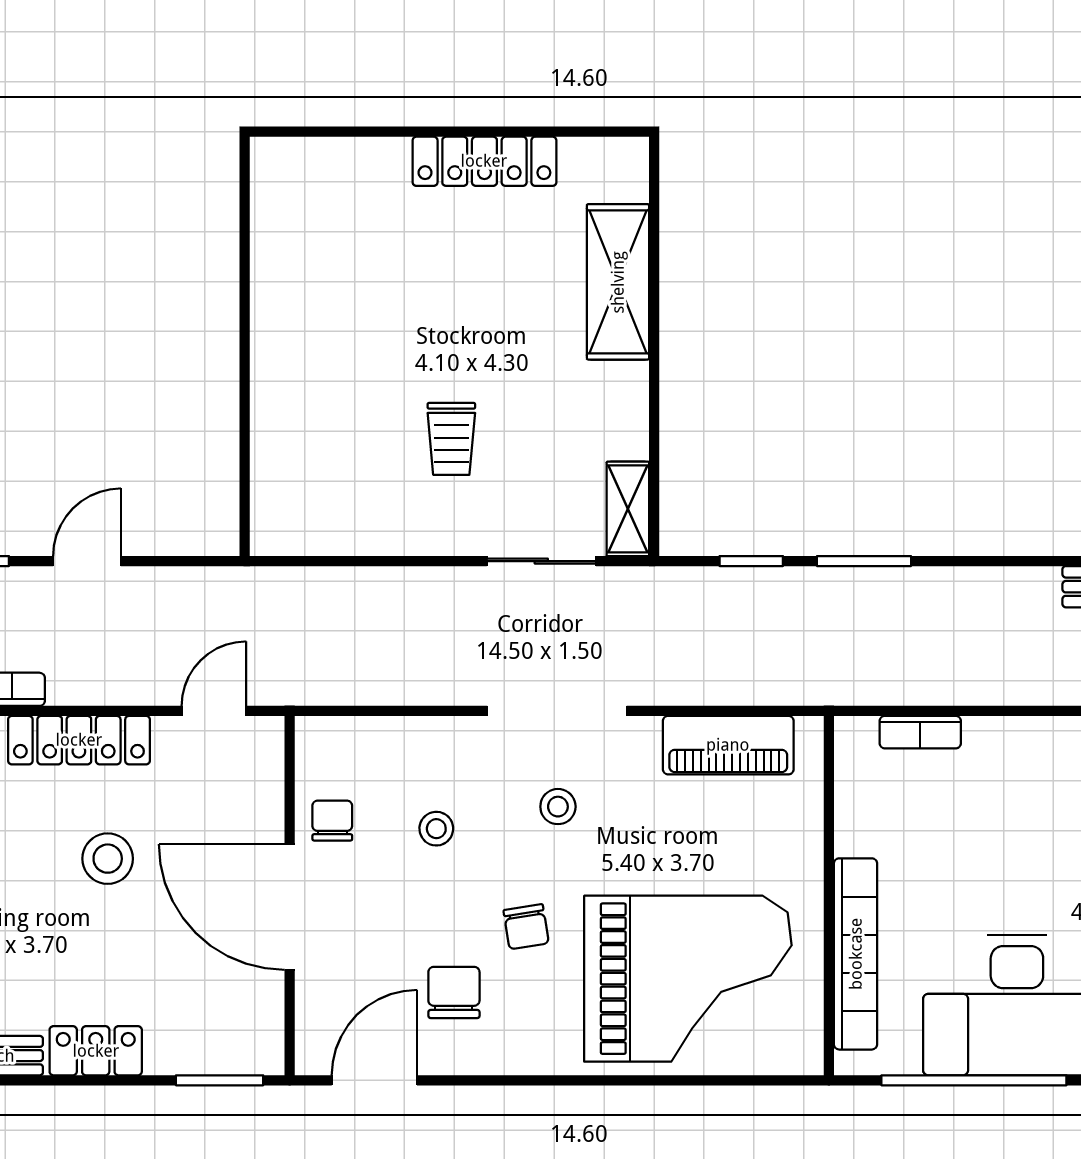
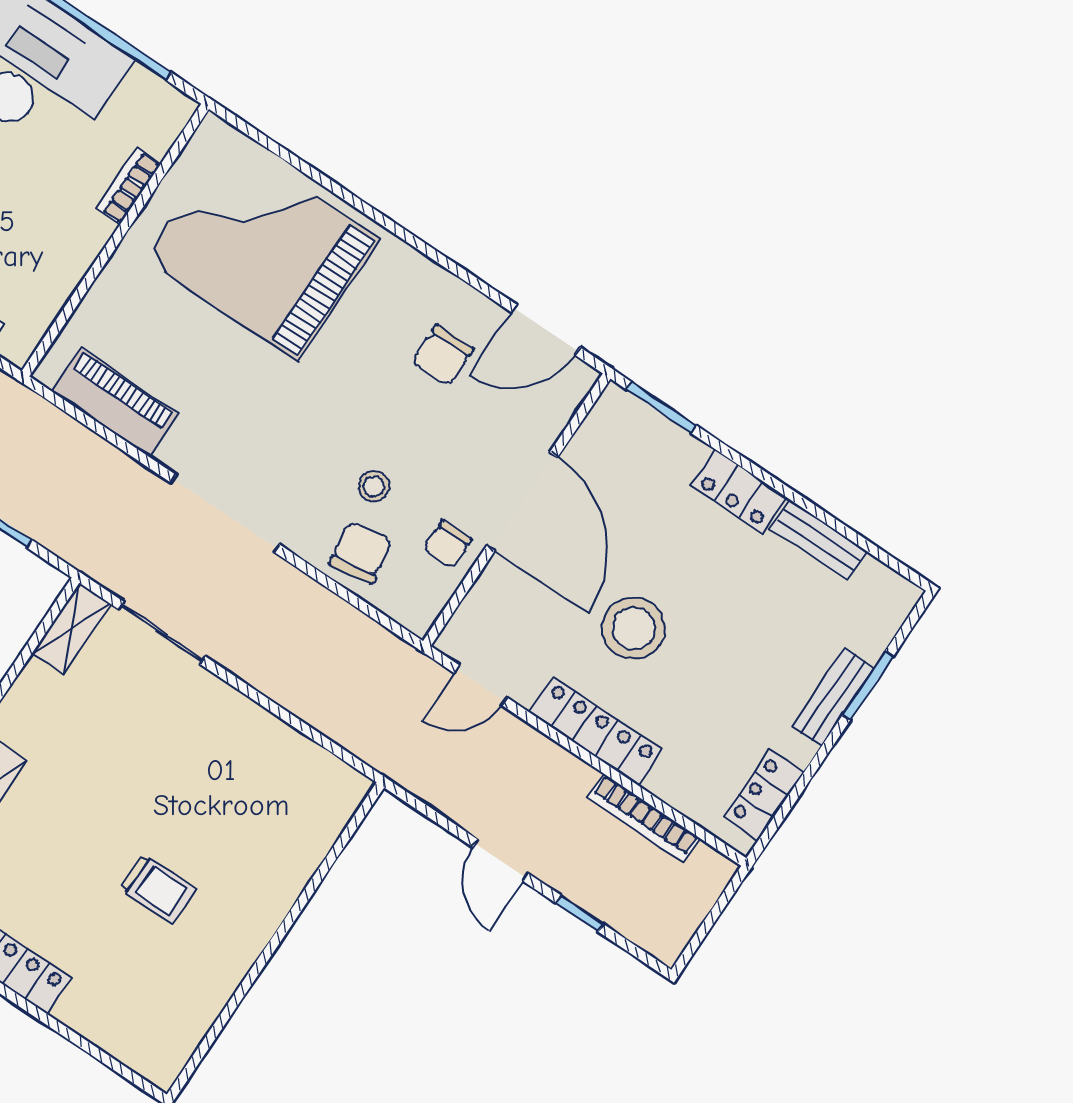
trolley: (451, 439) -> (158, 888), moved, turned 90
door: (87, 561) -> (500, 860), hinge flipped
stool: (558, 807) -> (272, 442), removed
stool: (108, 859) -> (634, 628), width x1.38, depth x1.38
chair: (526, 927) -> (361, 552), moved, width x1.37, depth x1.37
bookcase: (856, 954) -> (128, 186), width x0.43, depth x0.76

